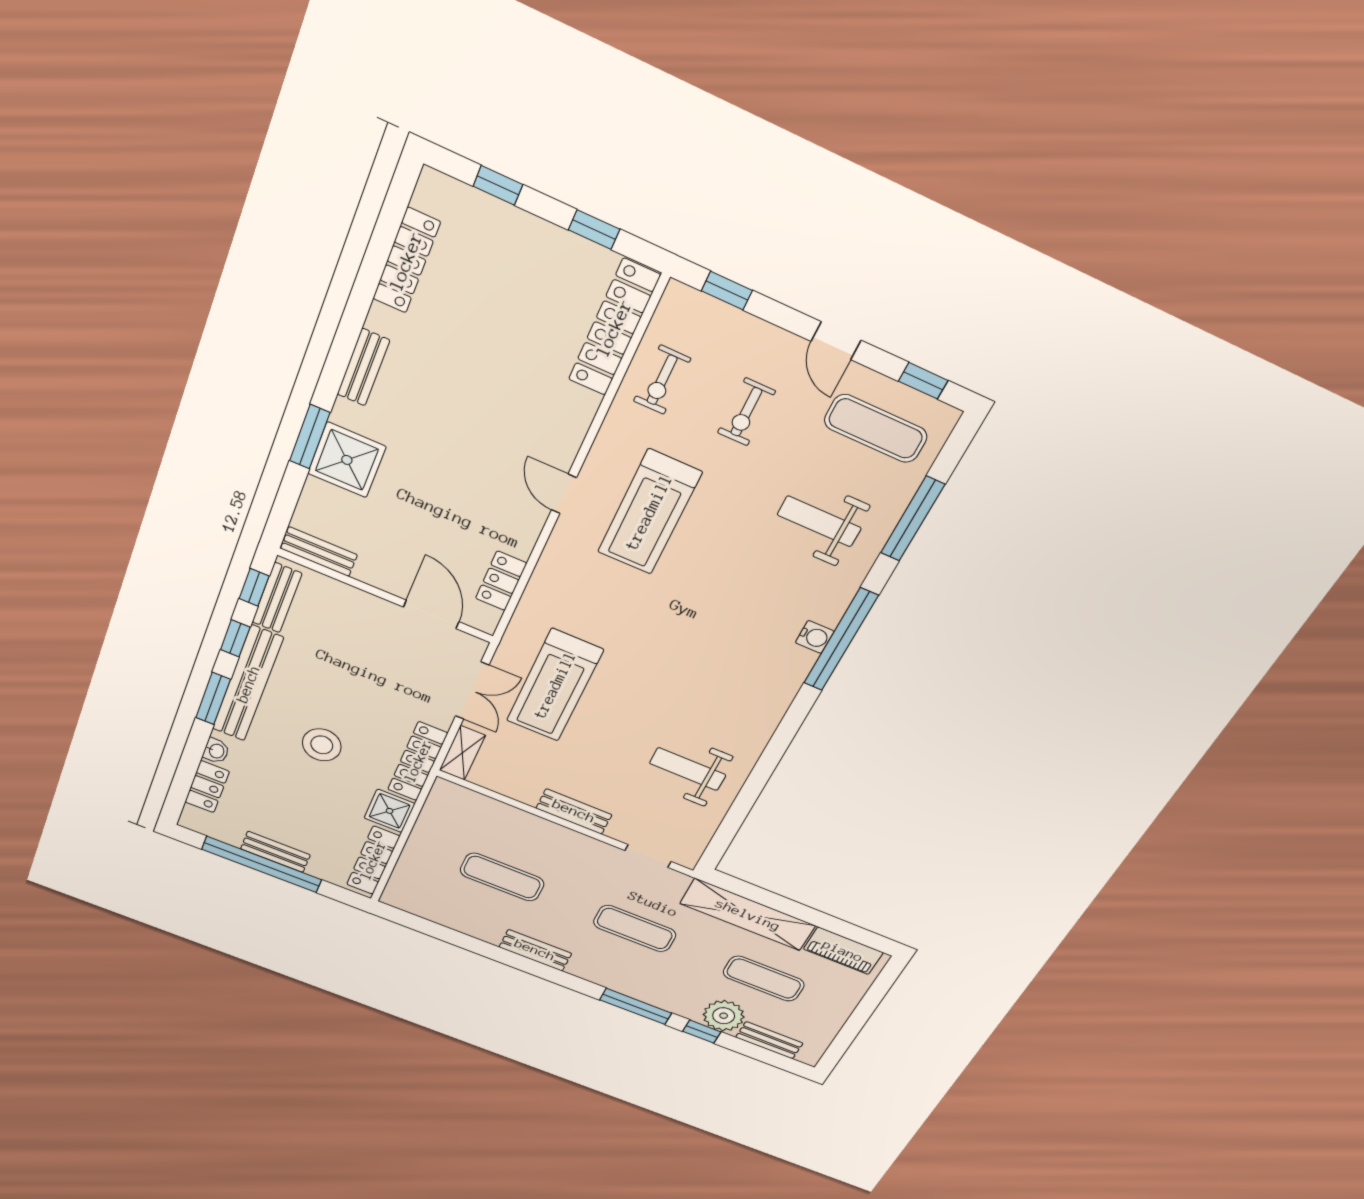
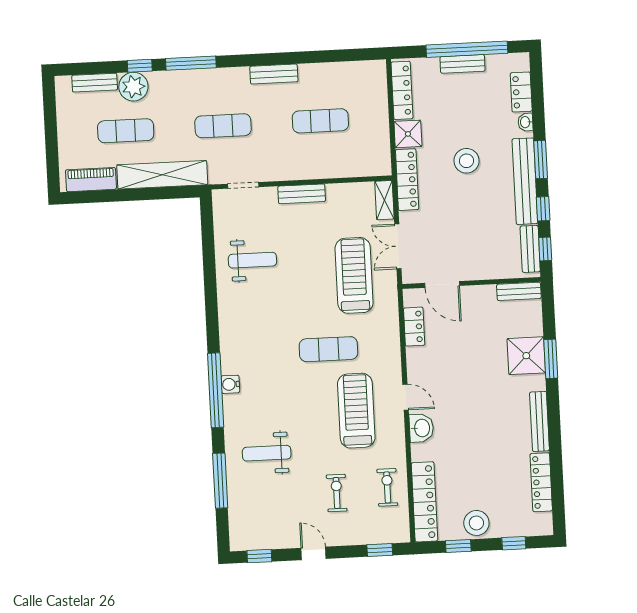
stool: (545, 251) -> (476, 523), added
bench: (363, 367) -> (539, 421), width x1.36
exercise mat: (876, 428) -> (328, 349), moved
washbasin: (562, 439) -> (421, 428), added
weight bench: (819, 521) -> (267, 453), turned 180

